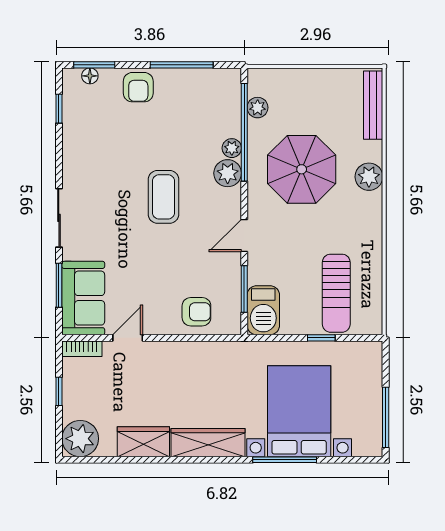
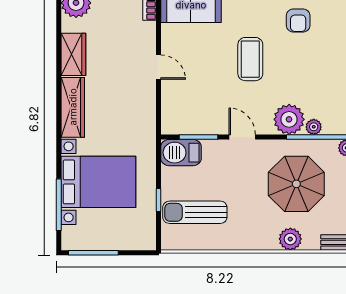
plant: (228, 173) -> (289, 119), width x1.36, depth x1.36
coffee table: (163, 197) -> (250, 59), moved, turned 90
armchair: (196, 312) -> (298, 20), moved
door: (128, 338) -> (158, 67), moved
window: (285, 460) -> (59, 205), moved

